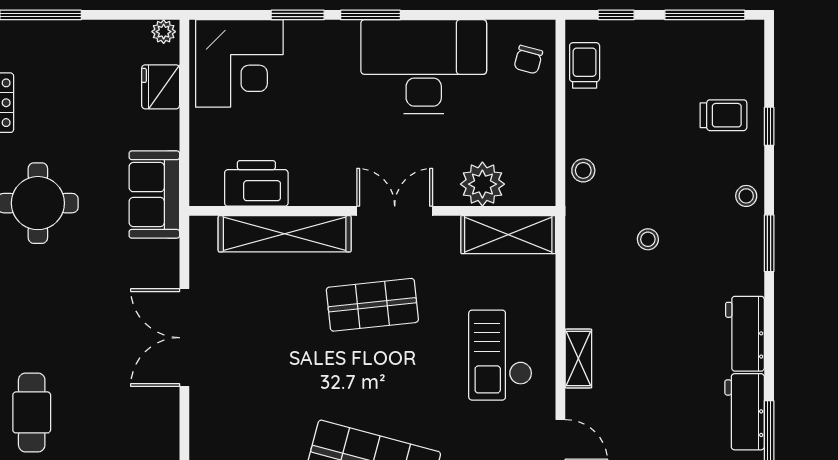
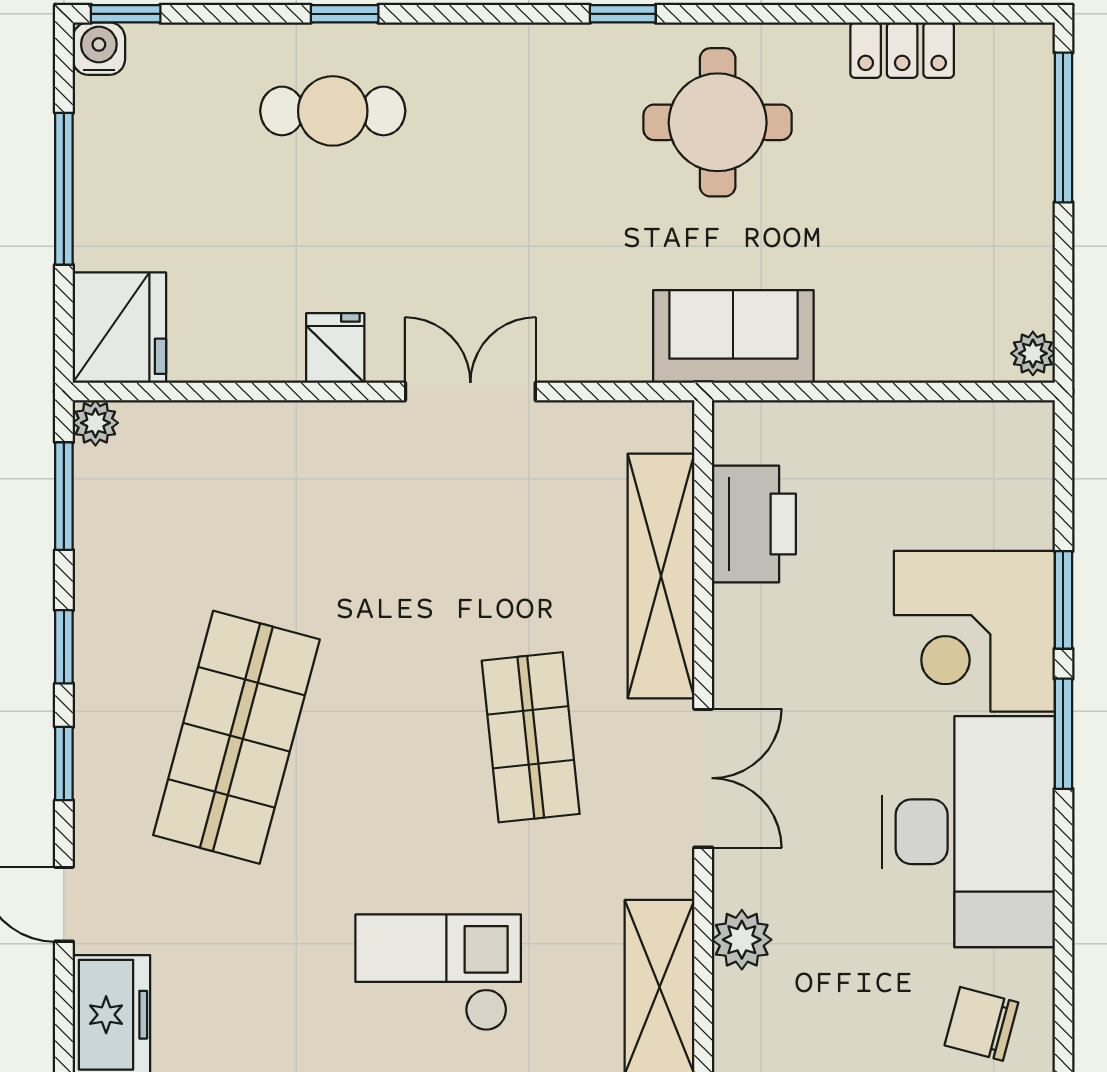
chair: (528, 60) -> (981, 1024), width x1.37, depth x1.37
corner desk: (239, 63) -> (974, 631), moved
fridge: (161, 87) -> (335, 348), moved, width x0.72
plant: (482, 184) -> (742, 940), width x0.73, depth x0.73
double door: (184, 338) -> (470, 391), width x0.73

